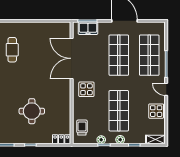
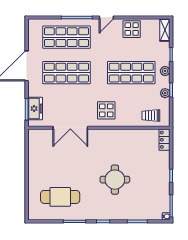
cafe table: (12, 50) -> (60, 197), width x1.37, depth x1.35
double door: (72, 58) -> (70, 128), width x0.73
round table: (32, 111) -> (115, 180), moved

